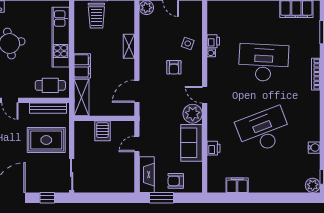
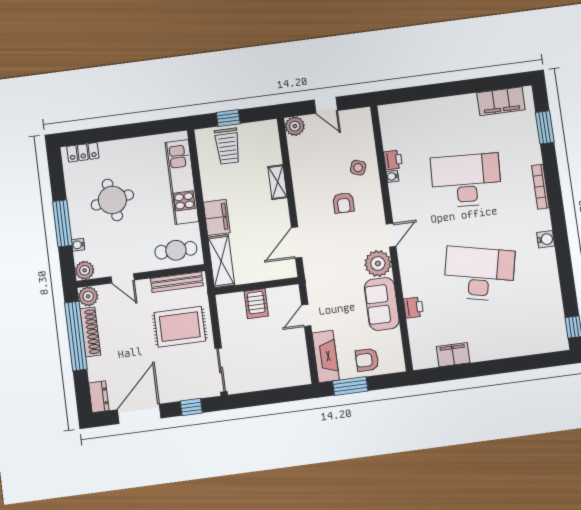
door: (205, 95) -> (391, 235), swing flipped
desk: (264, 130) -> (479, 274), turned 33
water cooler: (314, 148) -> (546, 239), moved
plant: (313, 185) -> (558, 341), removed

